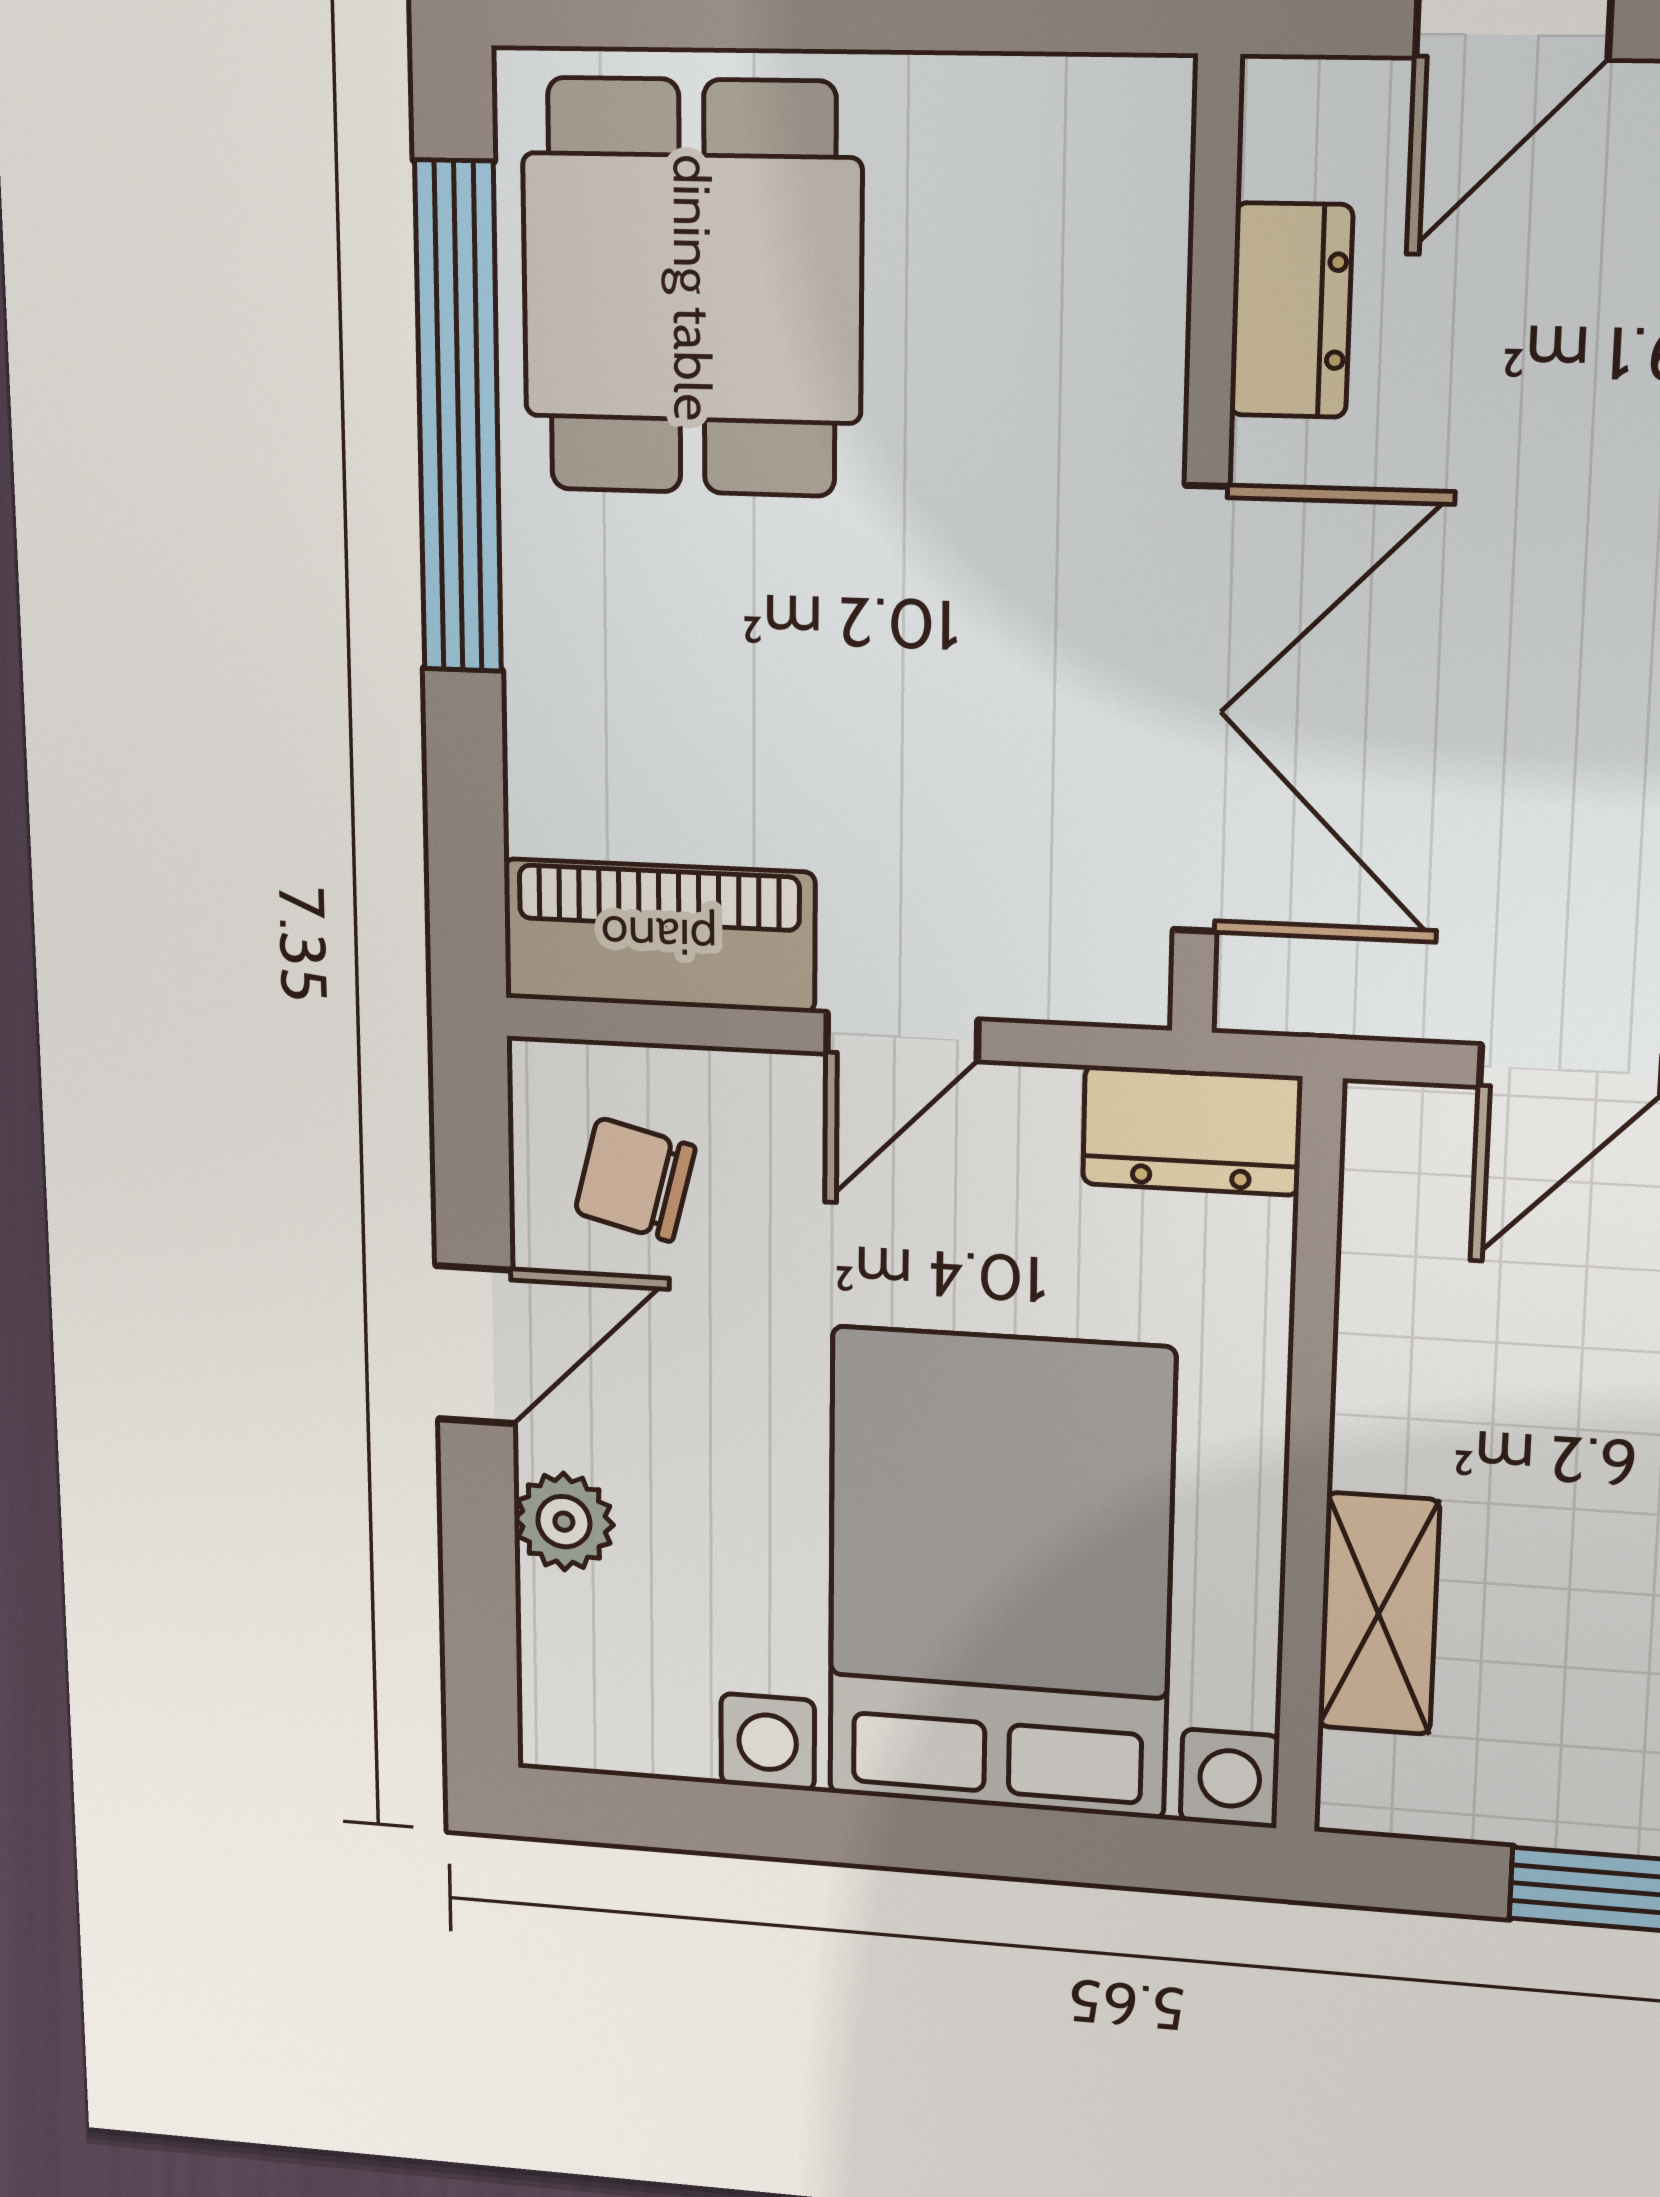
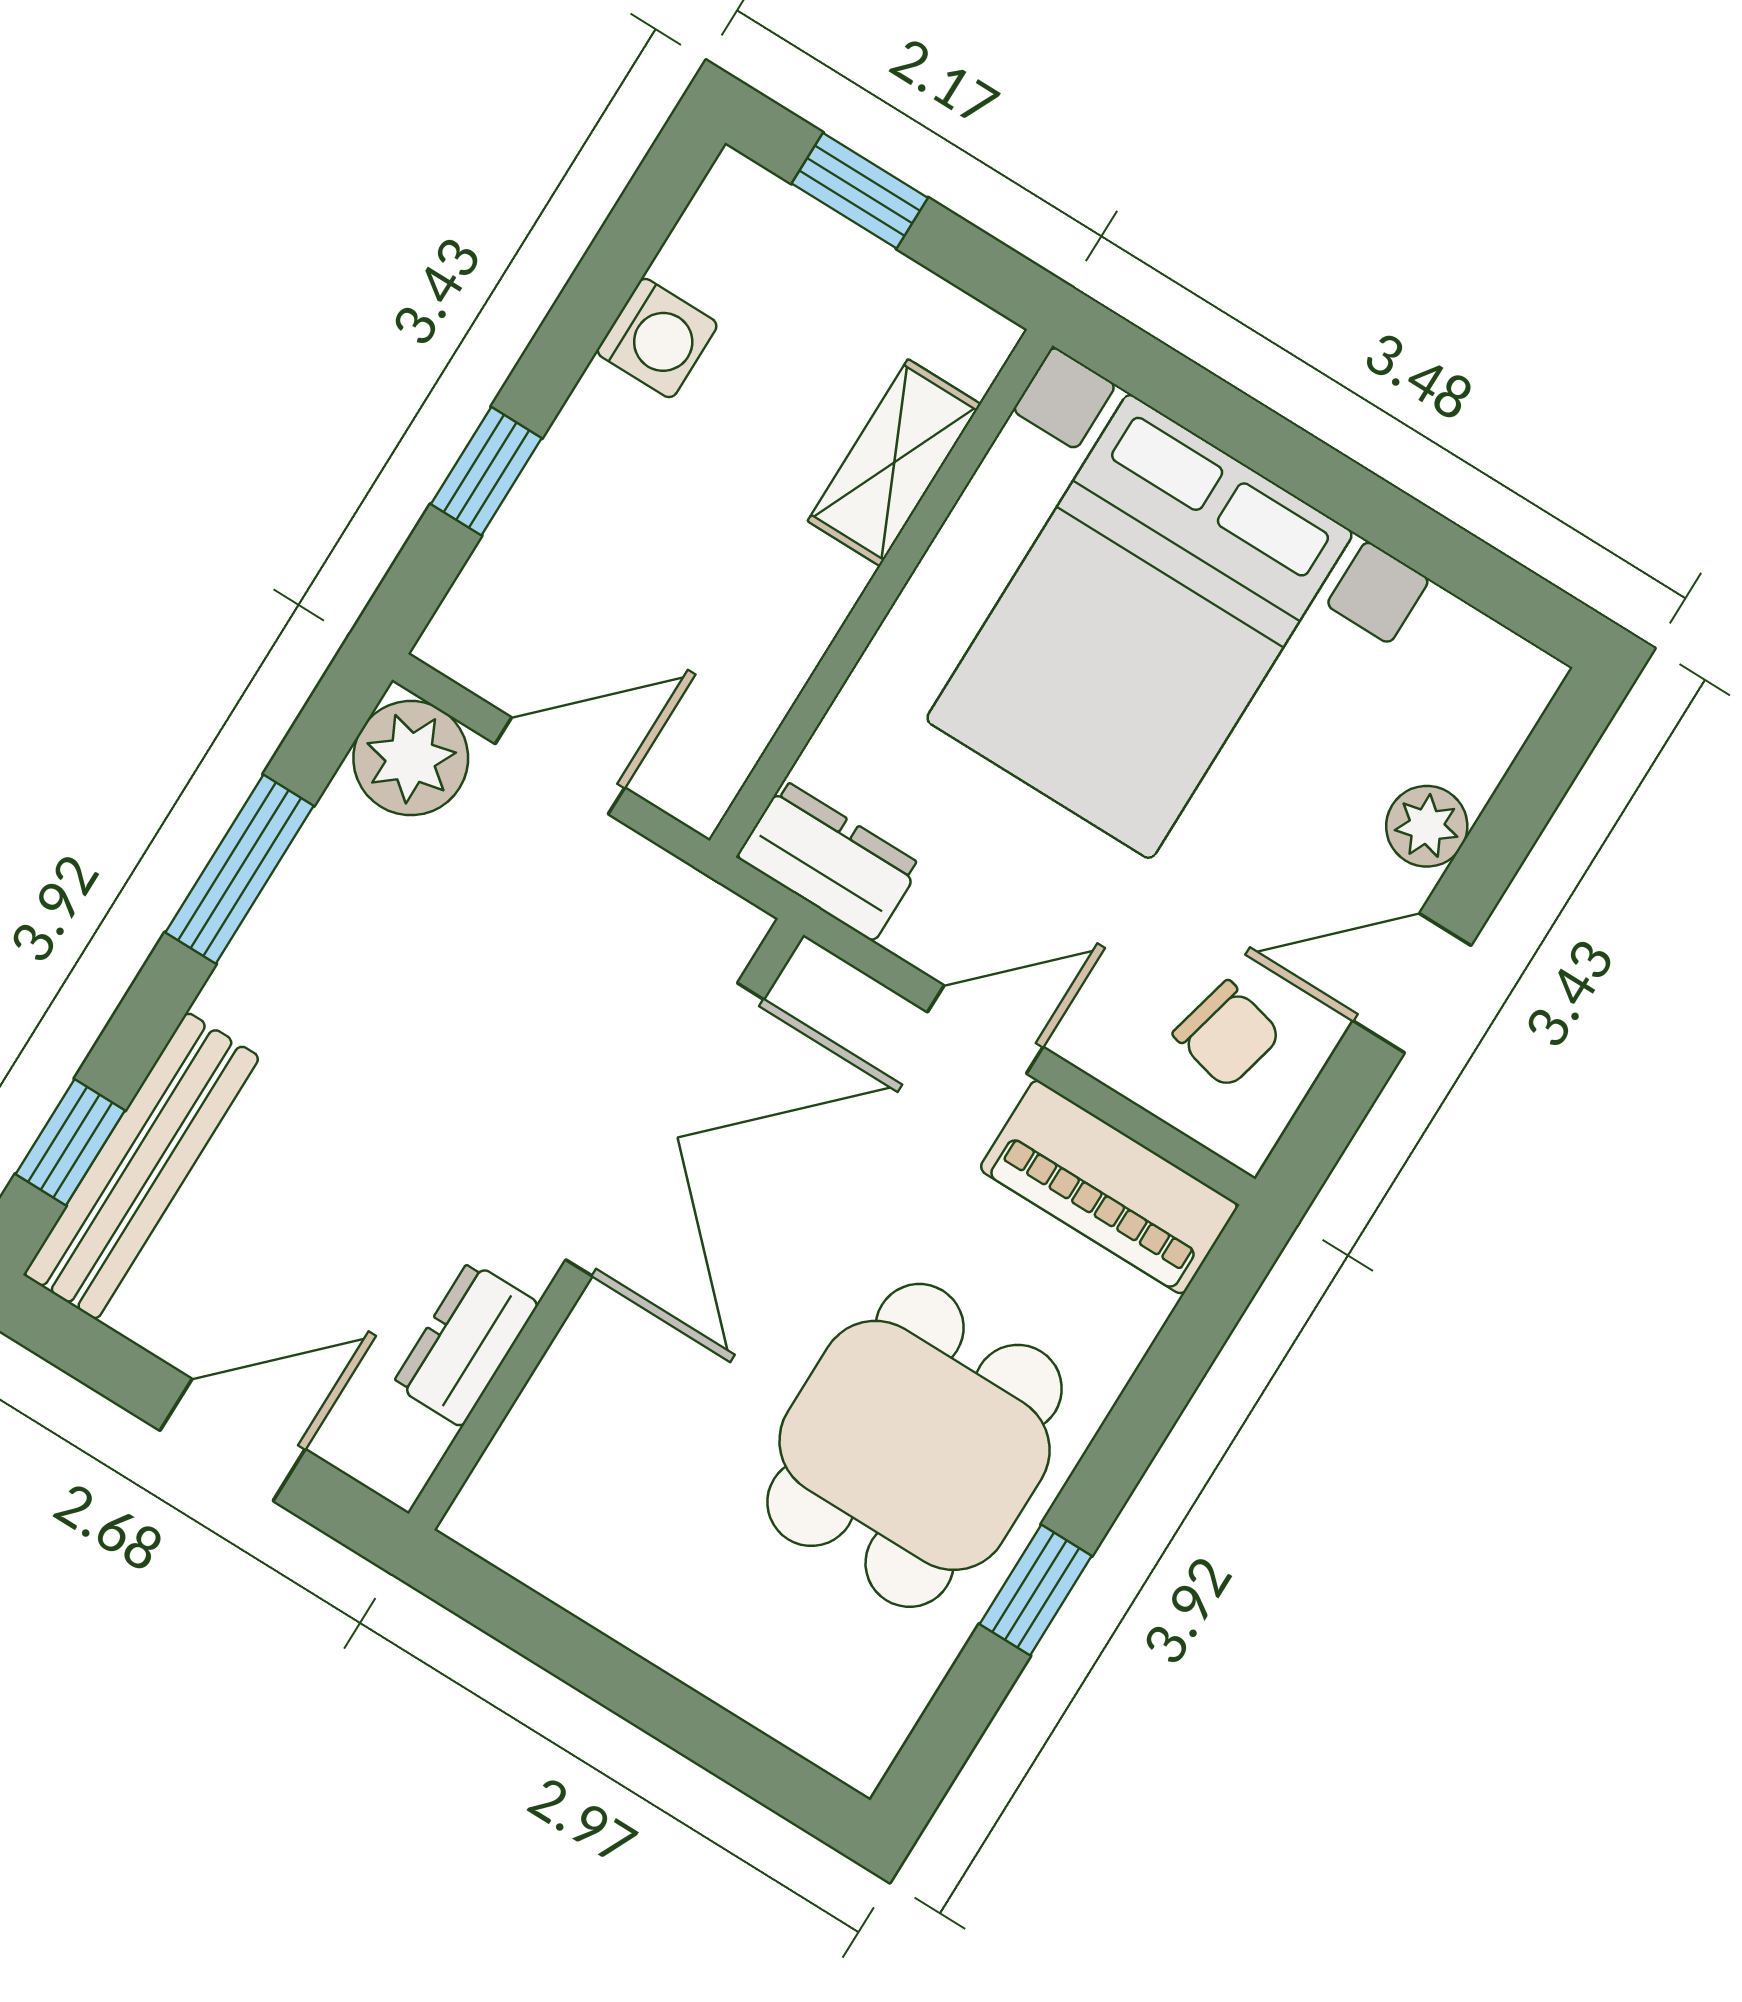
dining table: (692, 288) -> (915, 1445), moved
window: (458, 419) -> (1036, 1590), width x0.32
double door: (1201, 711) -> (665, 1130), swing flipped

